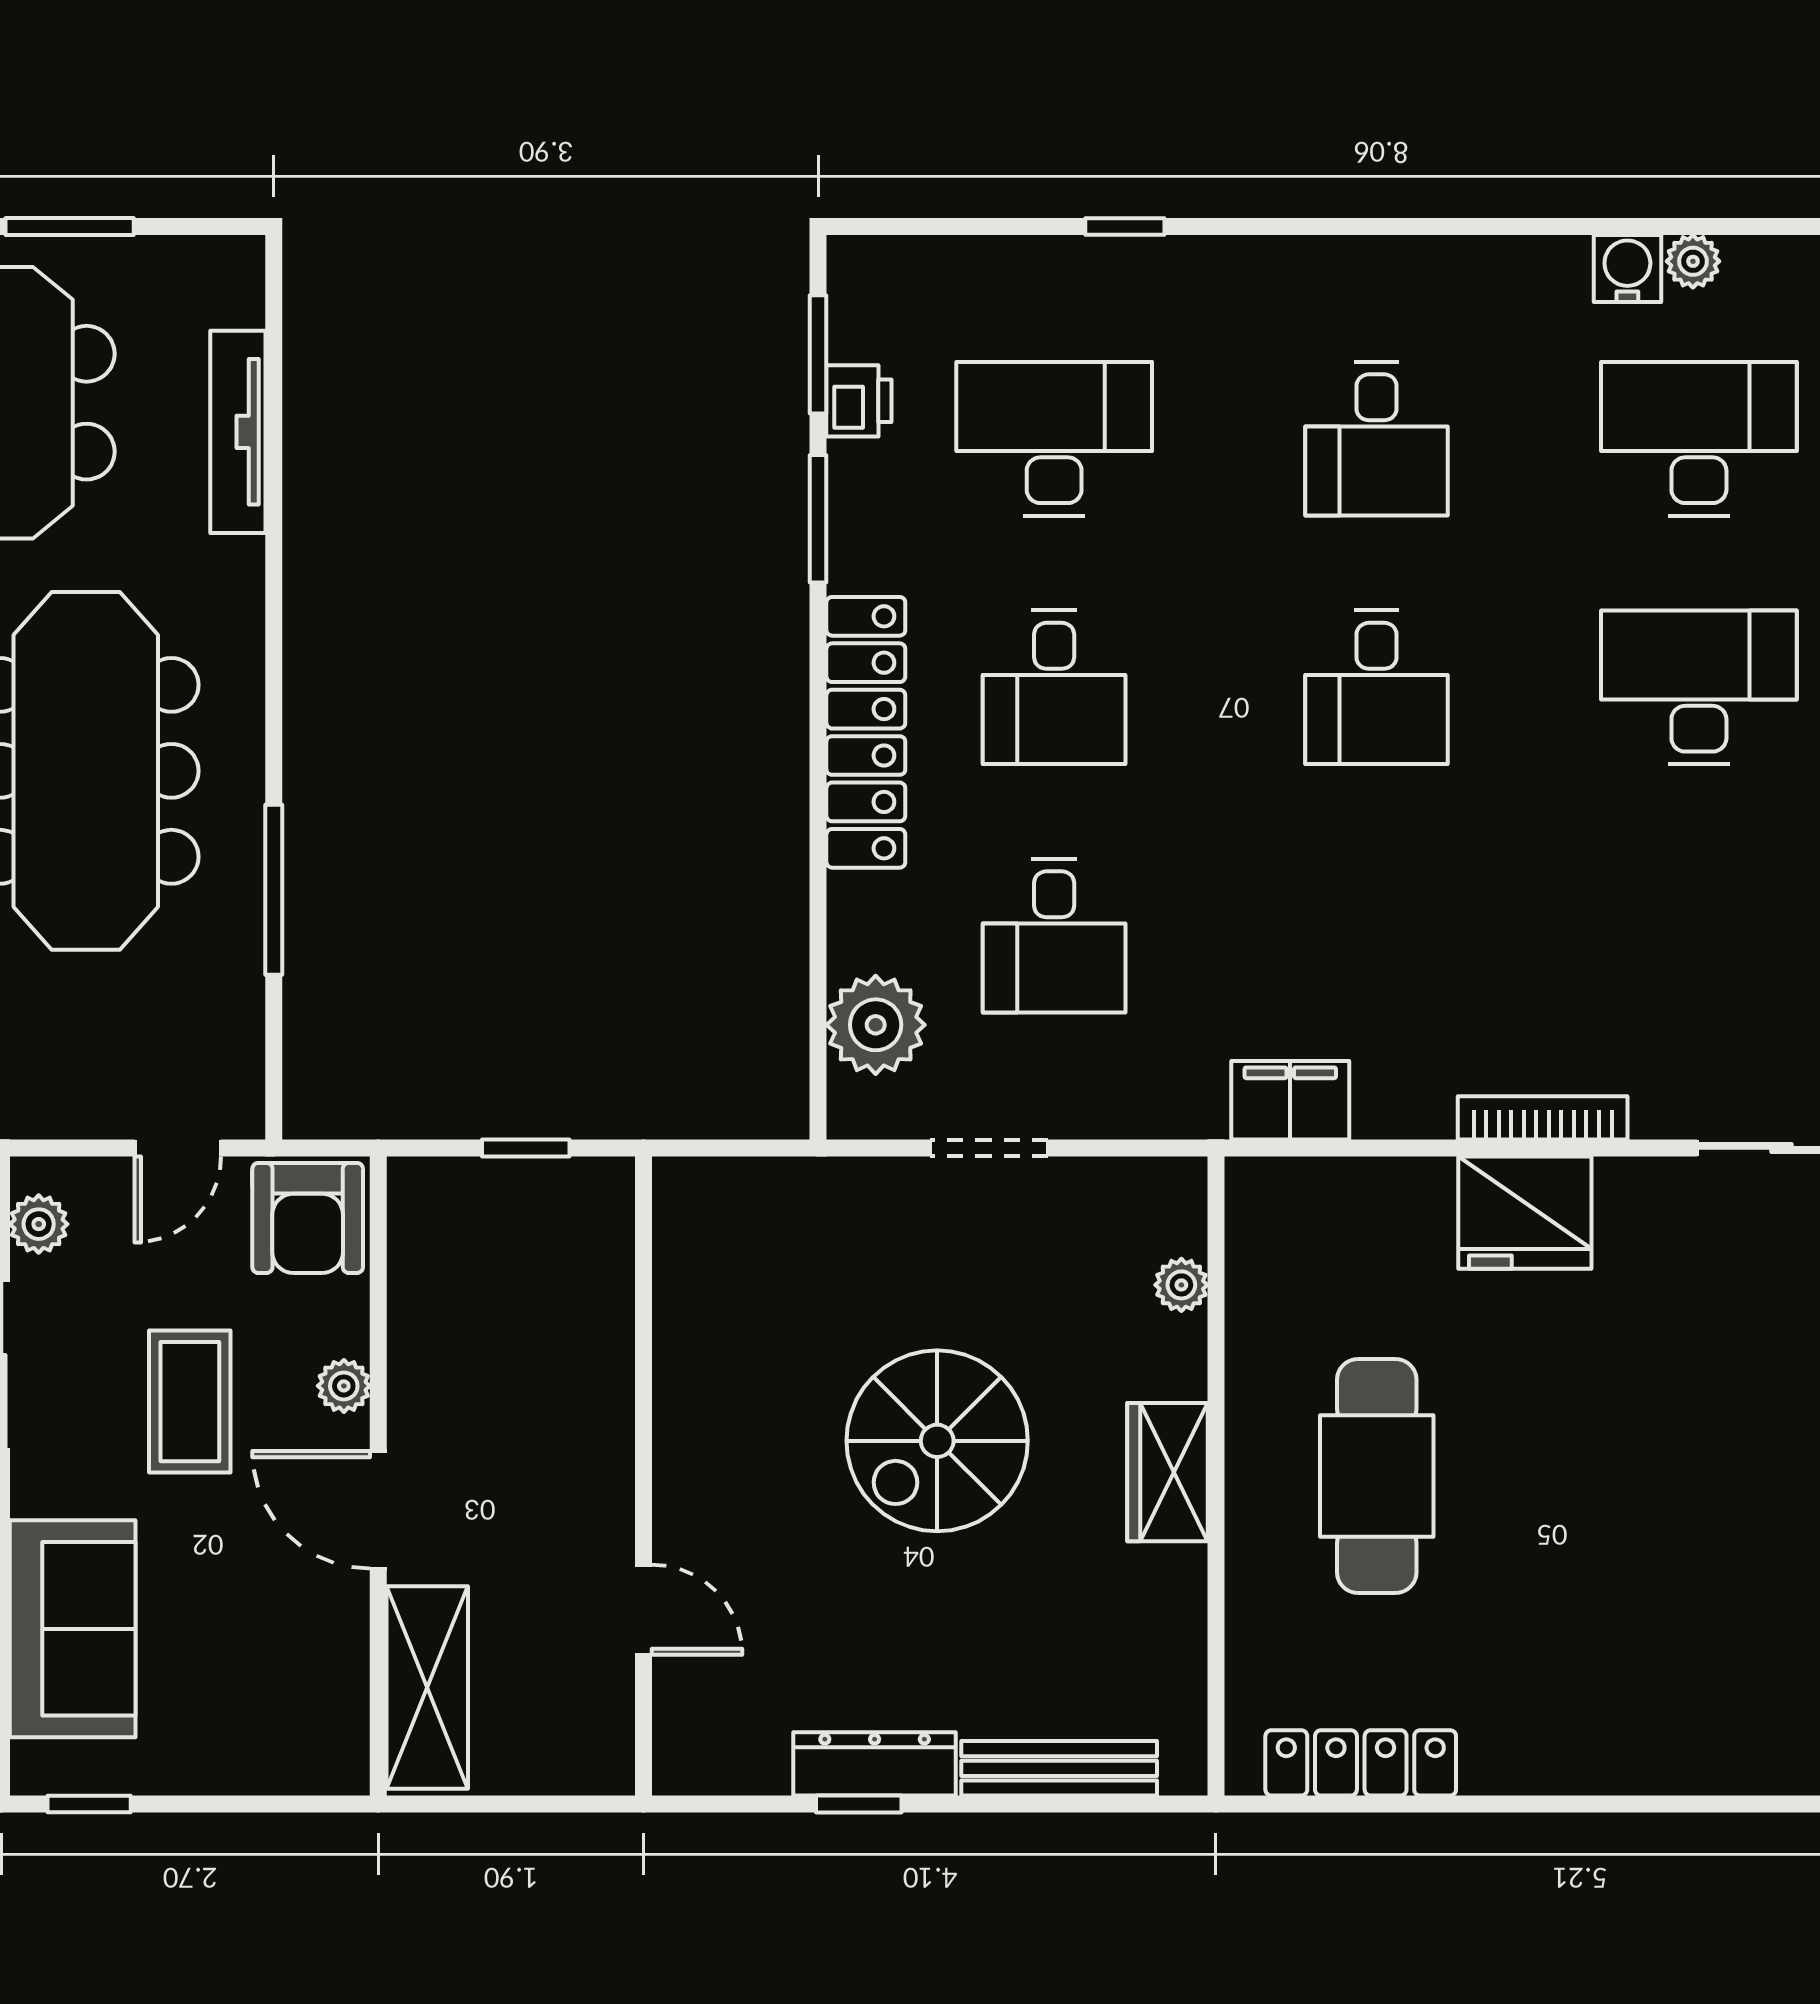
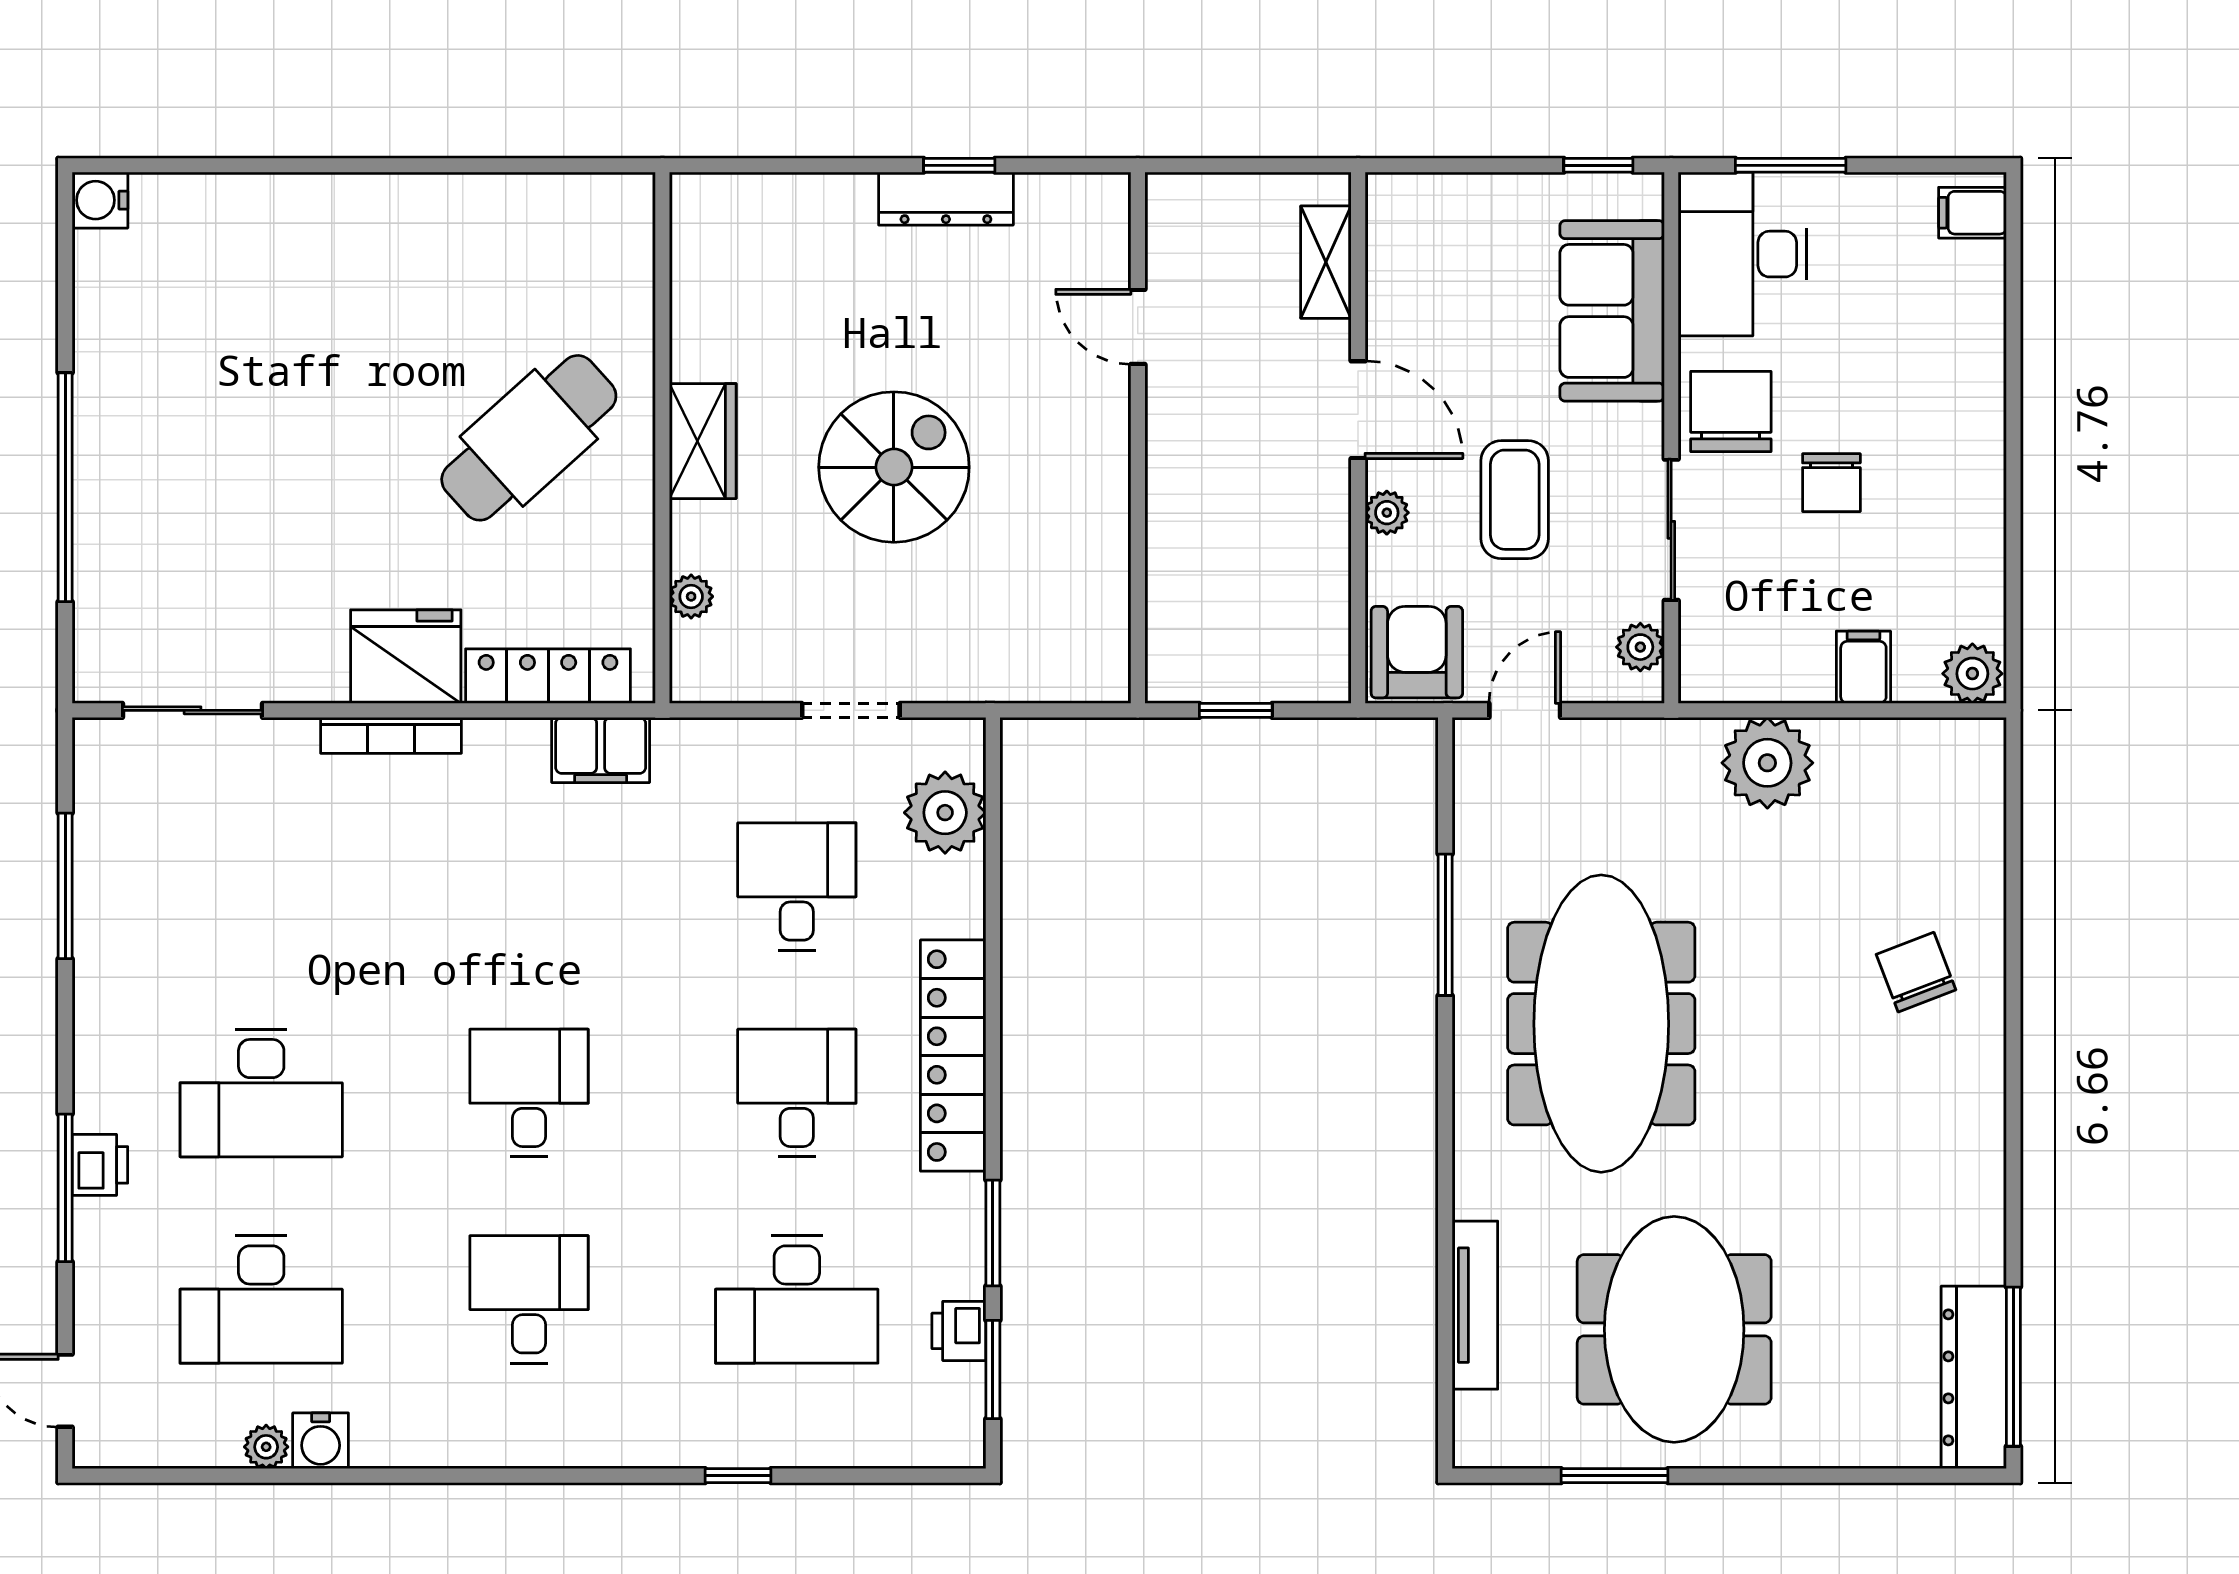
cafe table: (1377, 1476) -> (529, 438), turned 48
shelving: (427, 1687) -> (1326, 262), width x0.67, depth x0.75
locker: (1361, 1763) -> (548, 676), moved, turned 180
bench: (1059, 1768) -> (793, 195), removed

